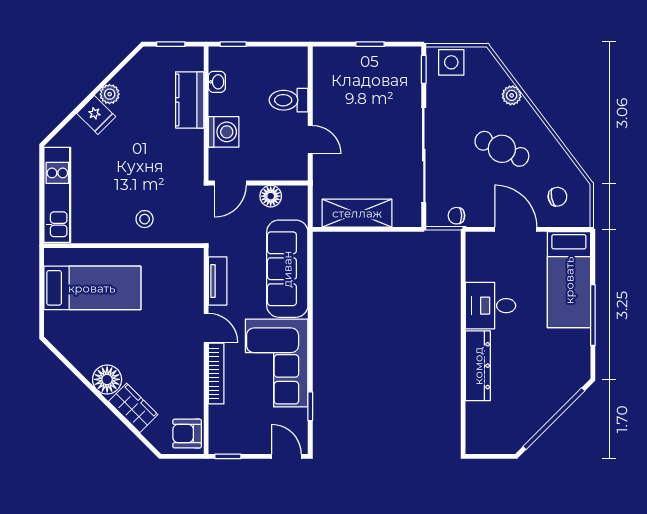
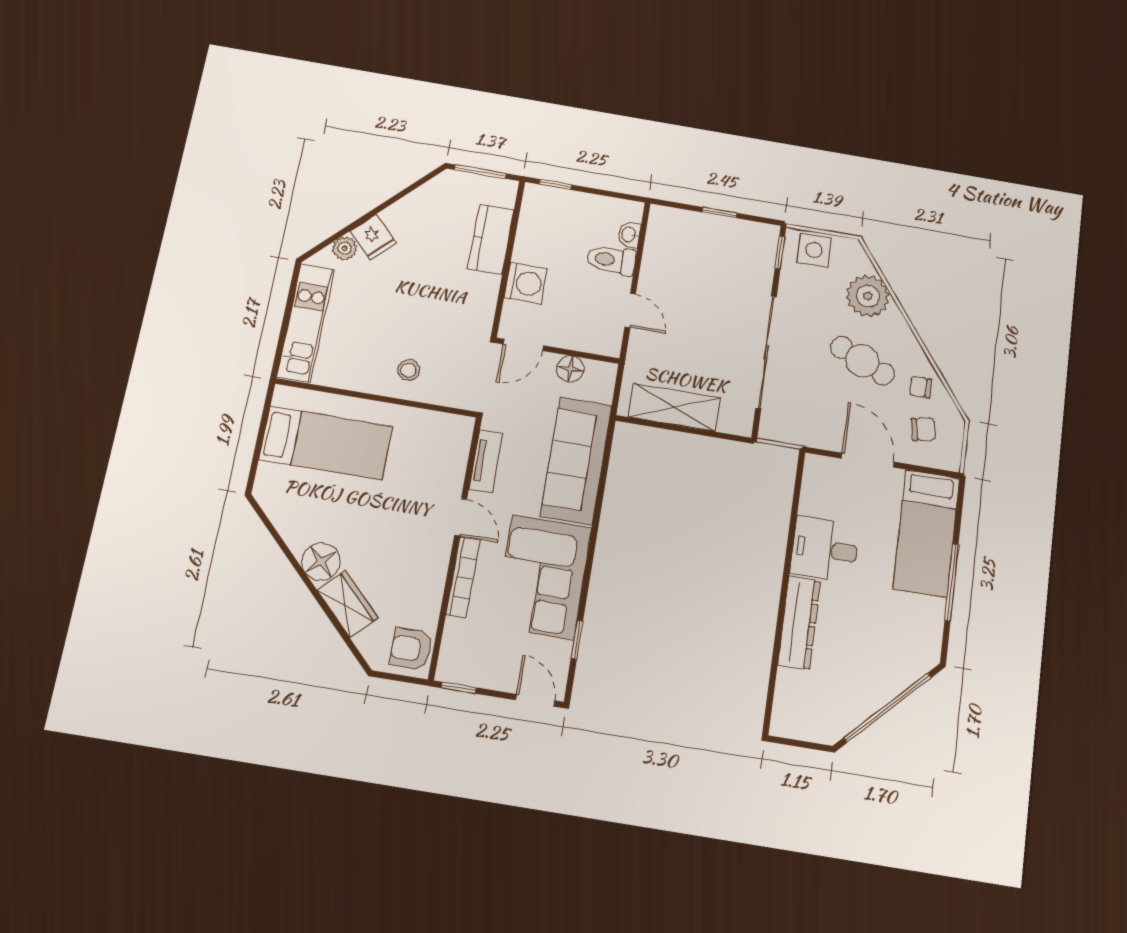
window: (171, 44) -> (480, 172), width x1.50
washbasin: (217, 82) -> (629, 234), moved, turned 180
plant: (110, 94) -> (344, 248), moved
plant: (512, 95) -> (868, 296), width x1.87, depth x1.87
chair: (456, 216) -> (921, 387), moved

